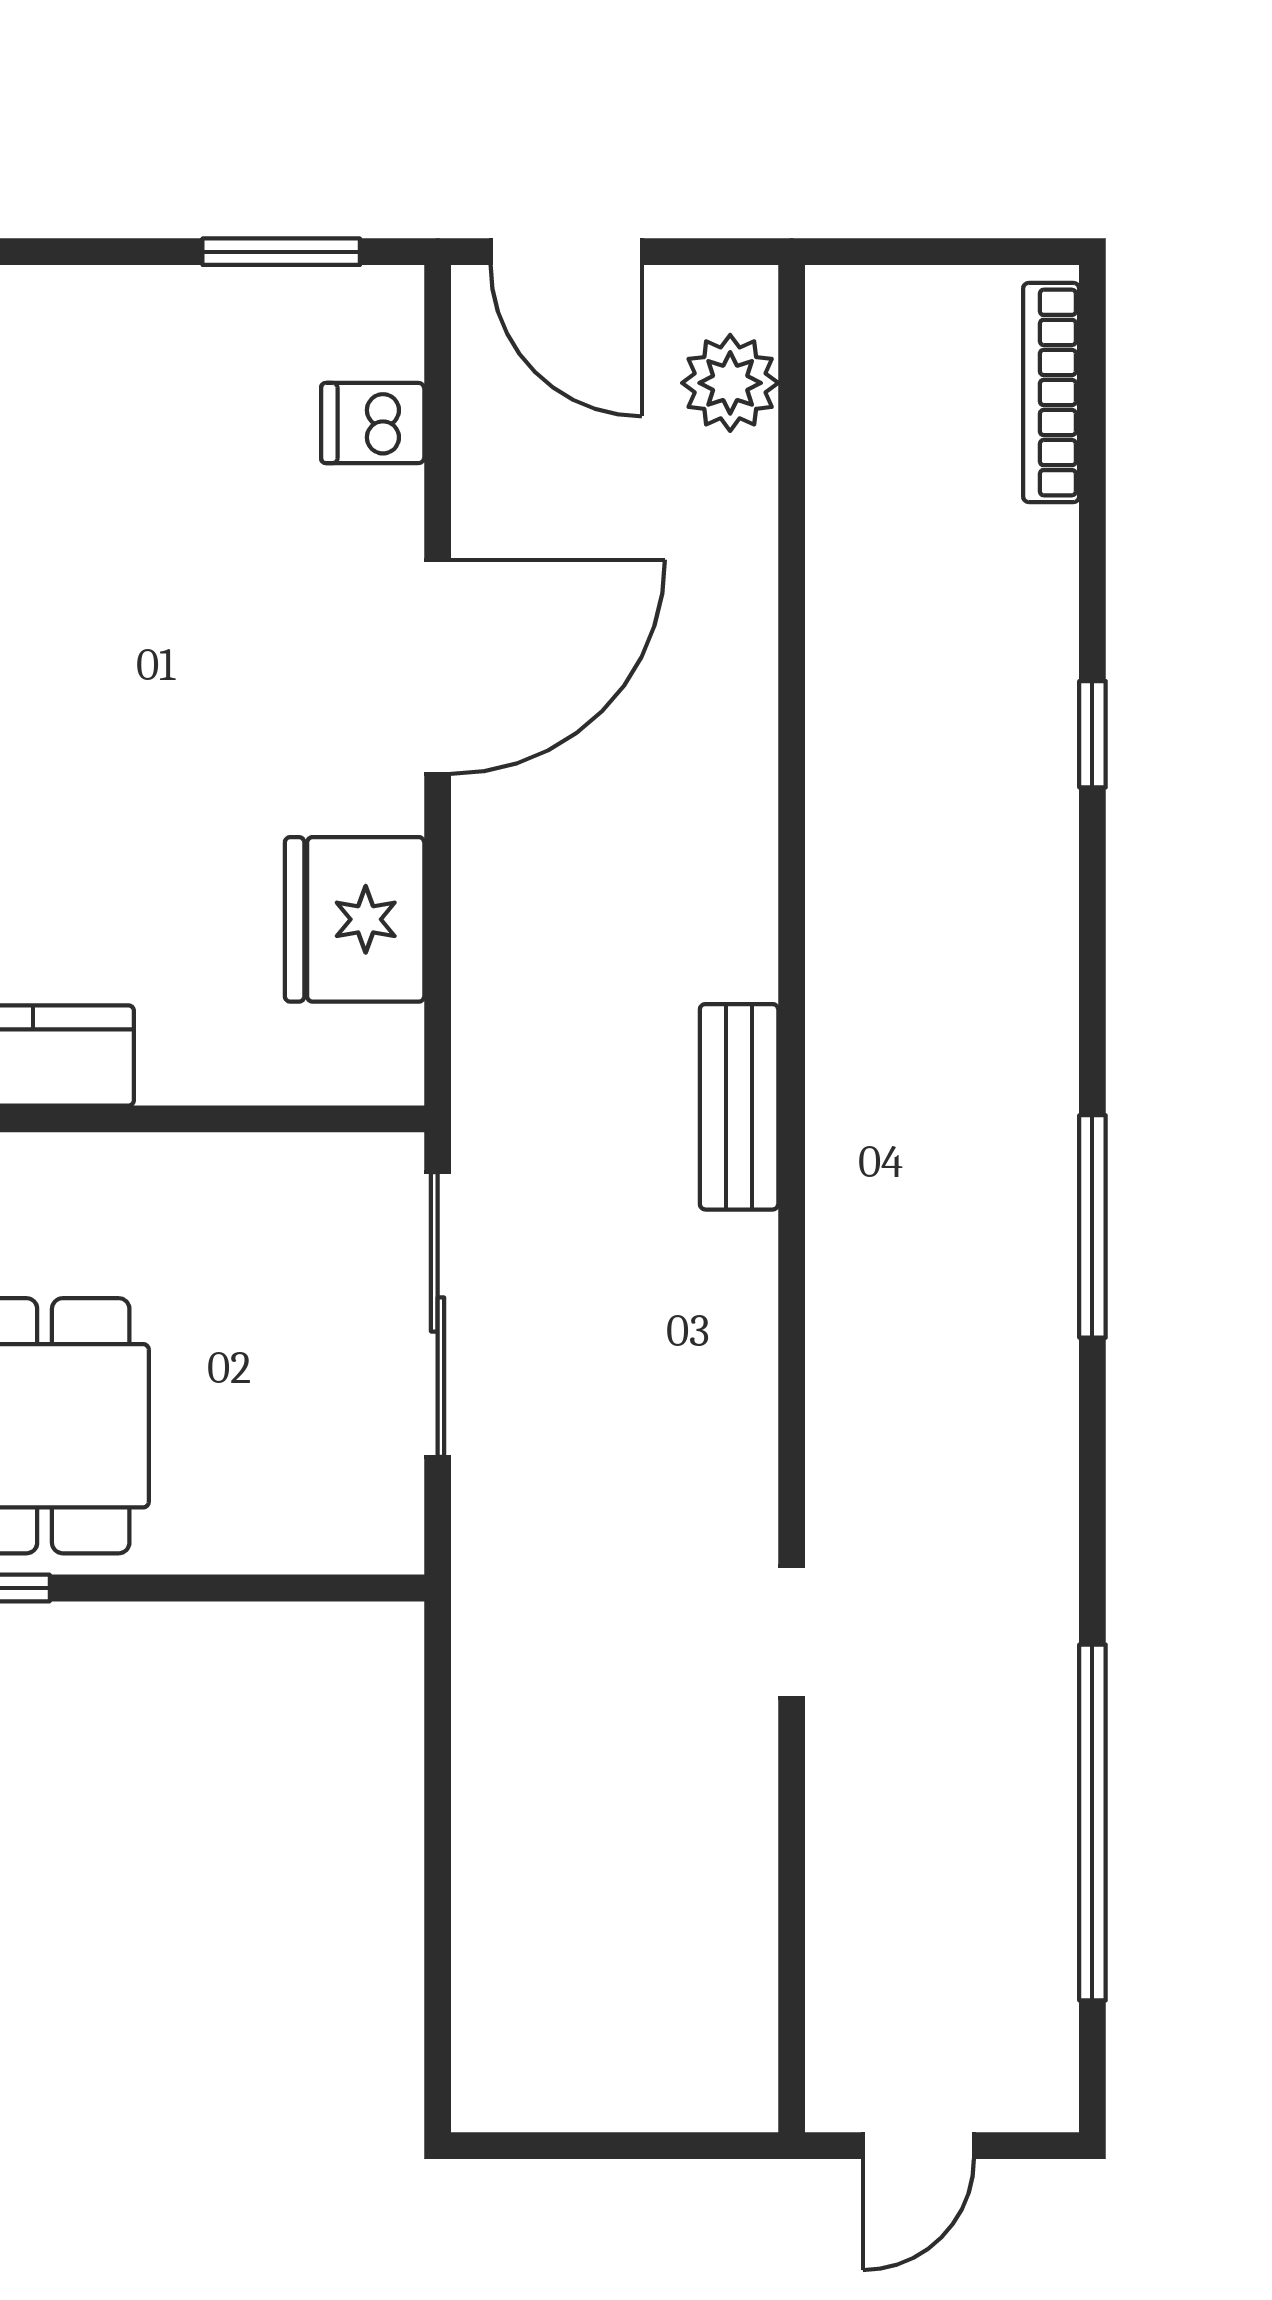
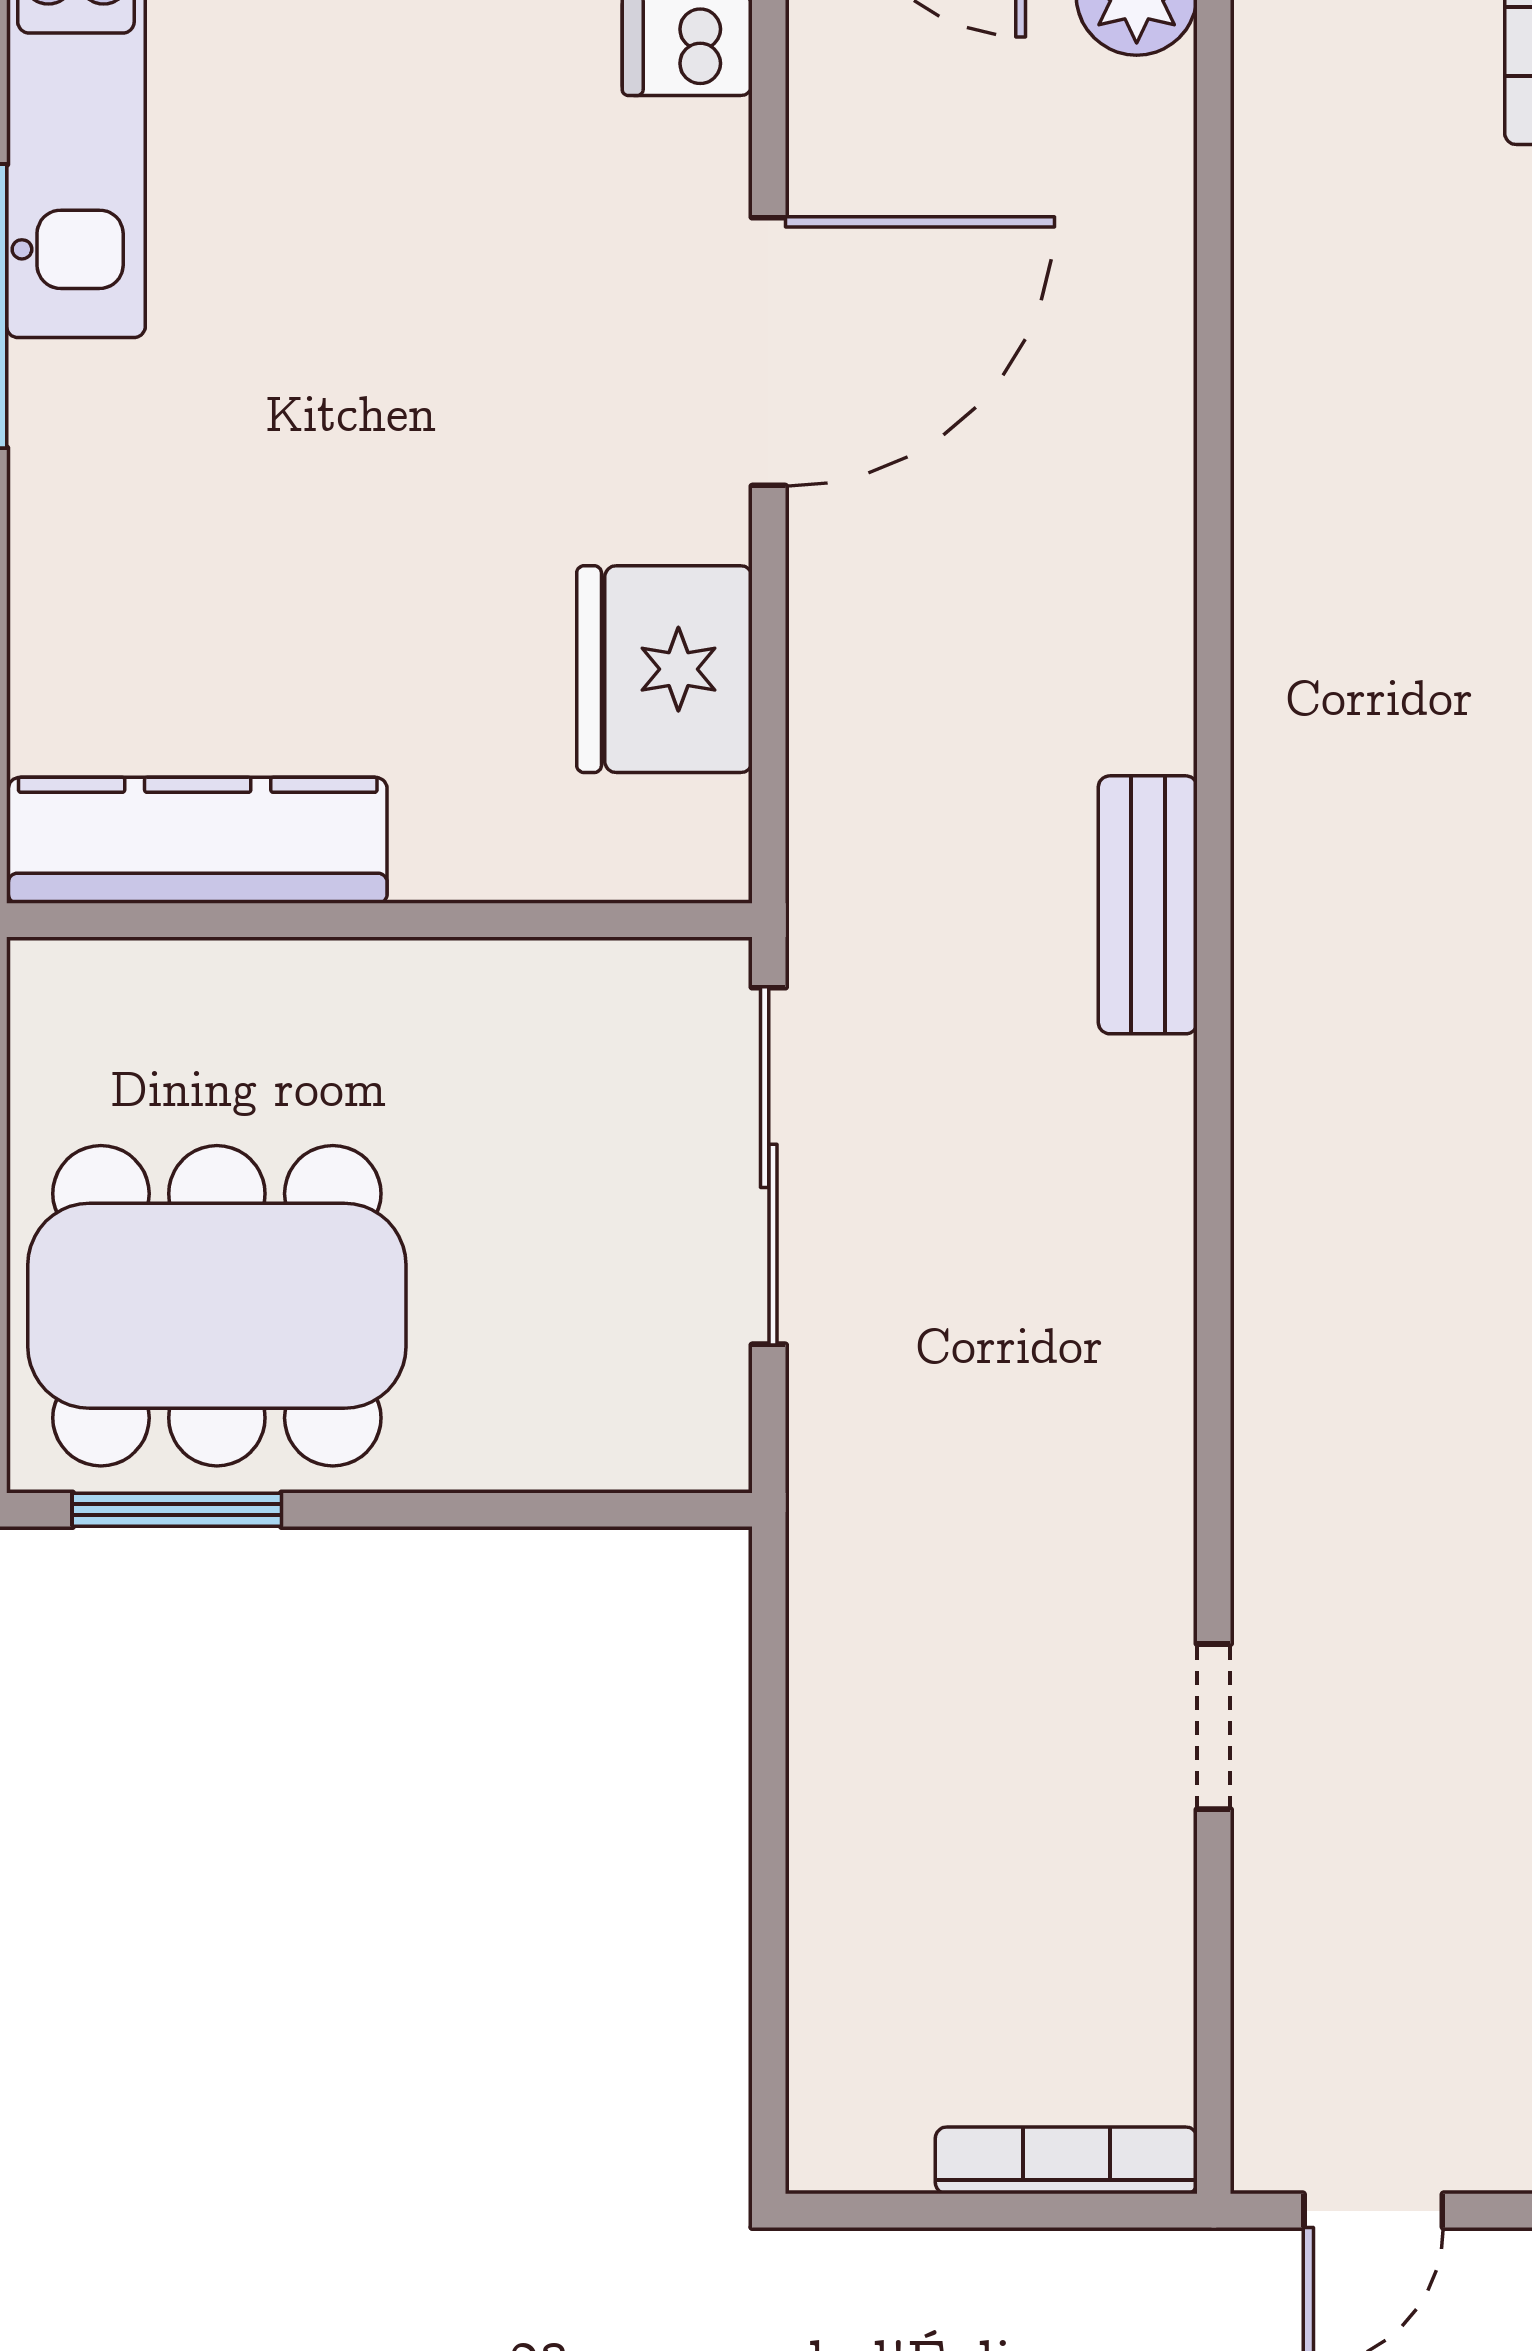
doorway: (792, 1632) -> (1214, 1727), moved
bookcase: (674, 2106) -> (1066, 2160), added

